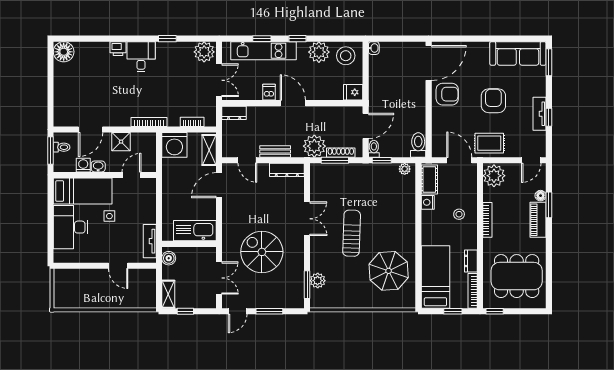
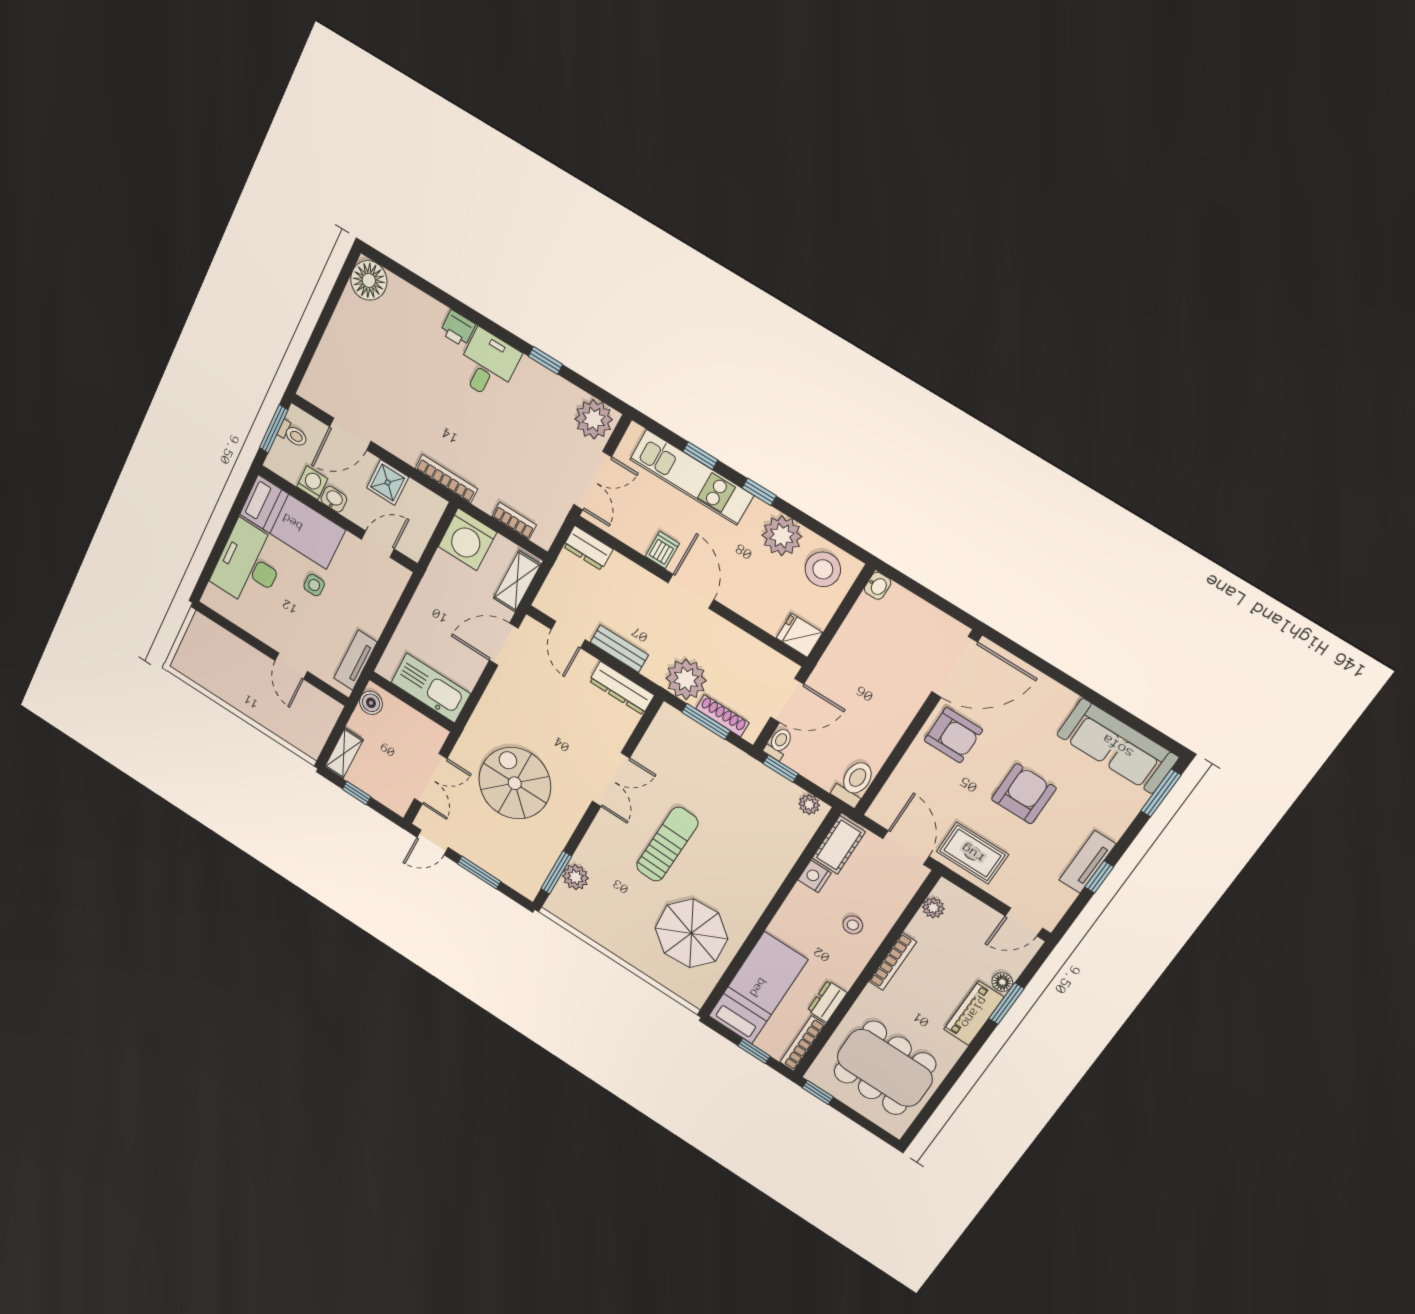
plant: (494, 176) -> (933, 908), width x0.53, depth x0.53

